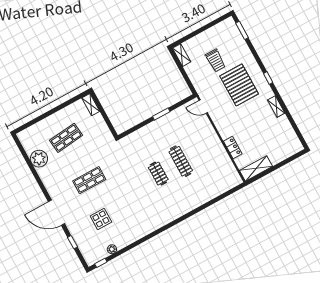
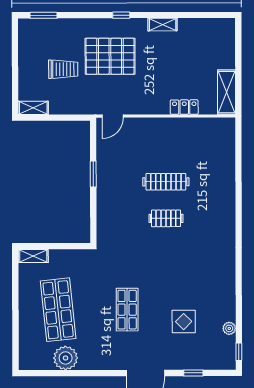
shop shelf: (66, 138) -> (58, 310), width x1.43, depth x1.36

